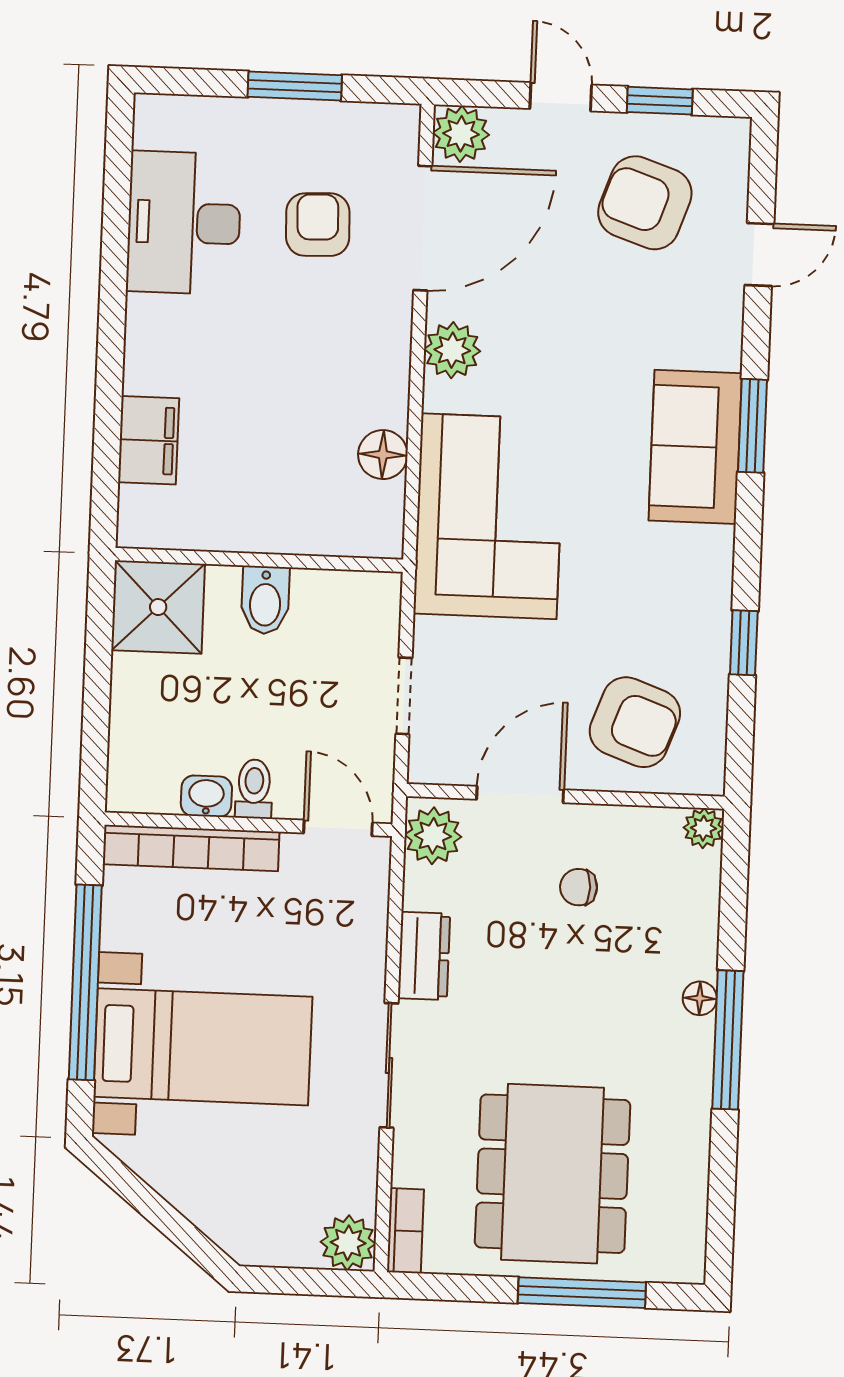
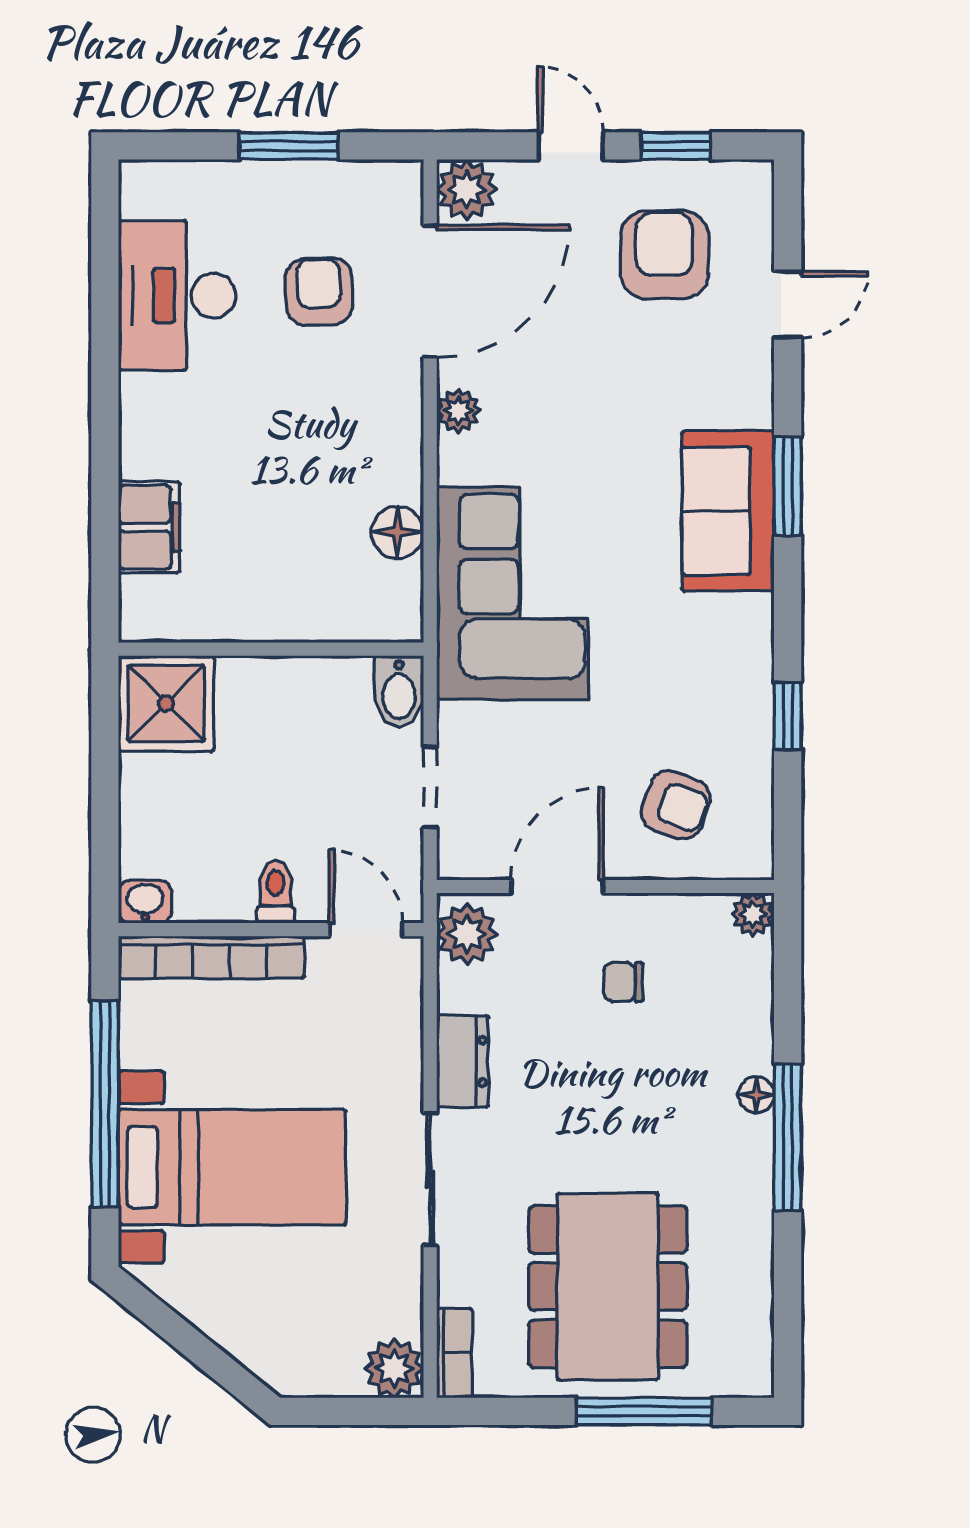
armchair: (645, 203) -> (664, 255), turned 71
plant: (452, 350) -> (458, 411), width x0.73, depth x0.73
bidet: (265, 600) -> (399, 691), moved
armchair: (635, 722) -> (676, 805), width x0.72, depth x0.72
washbasin: (206, 796) -> (145, 902), moved

